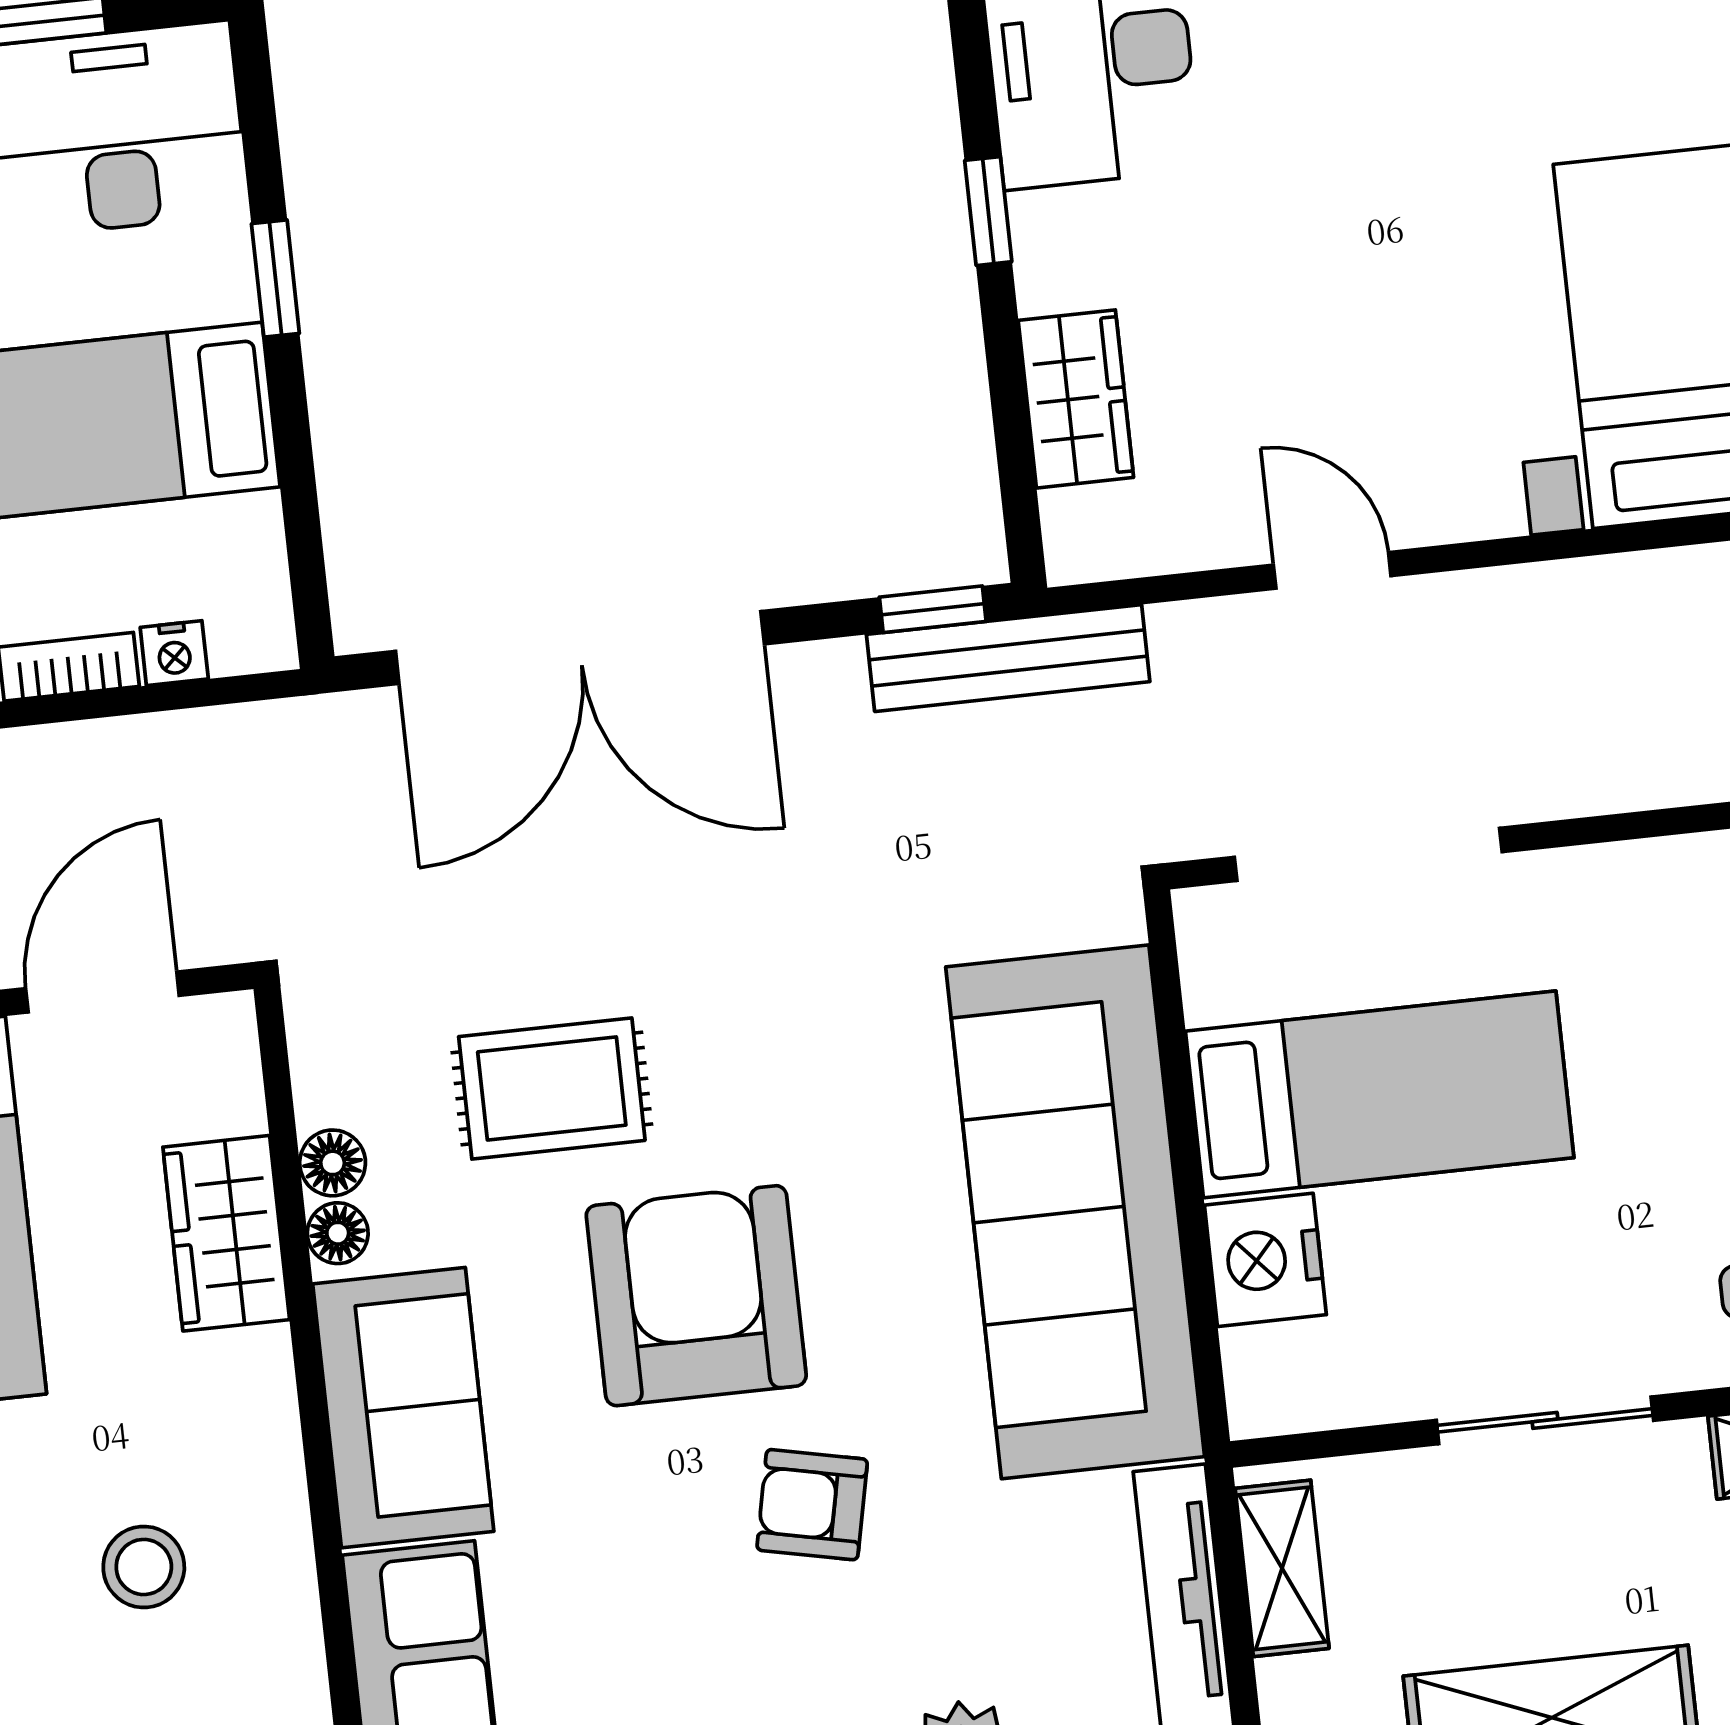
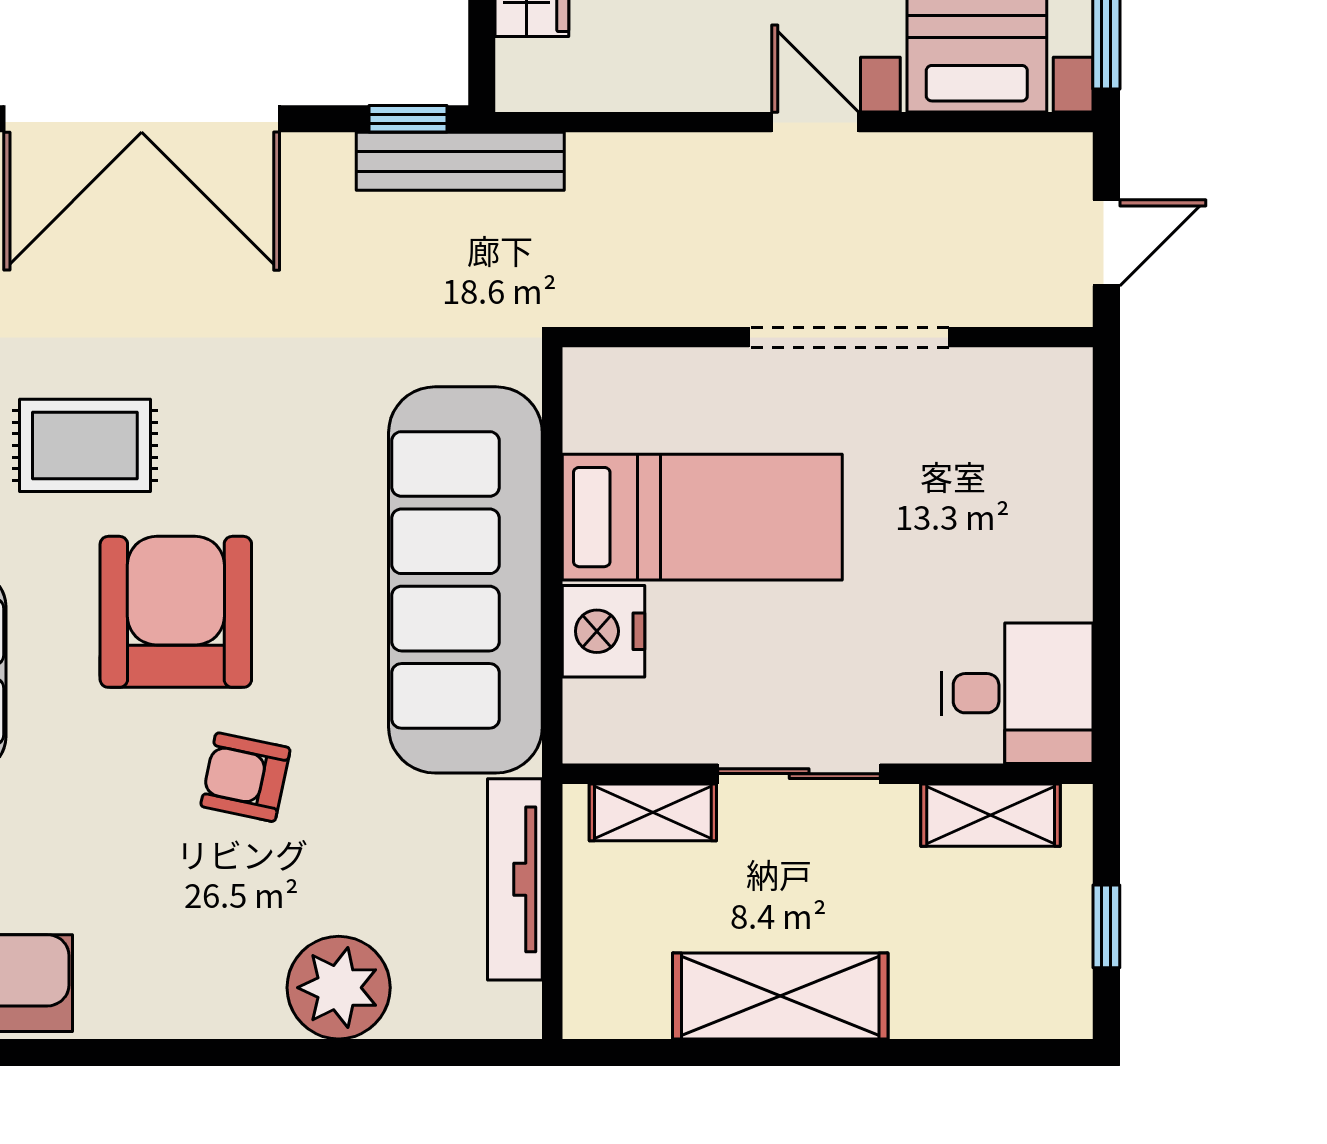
door: (1332, 570) -> (815, 122), moved
doorway: (1368, 854) -> (849, 337), moved
shelving: (1282, 1568) -> (653, 812), moved, turned 90

